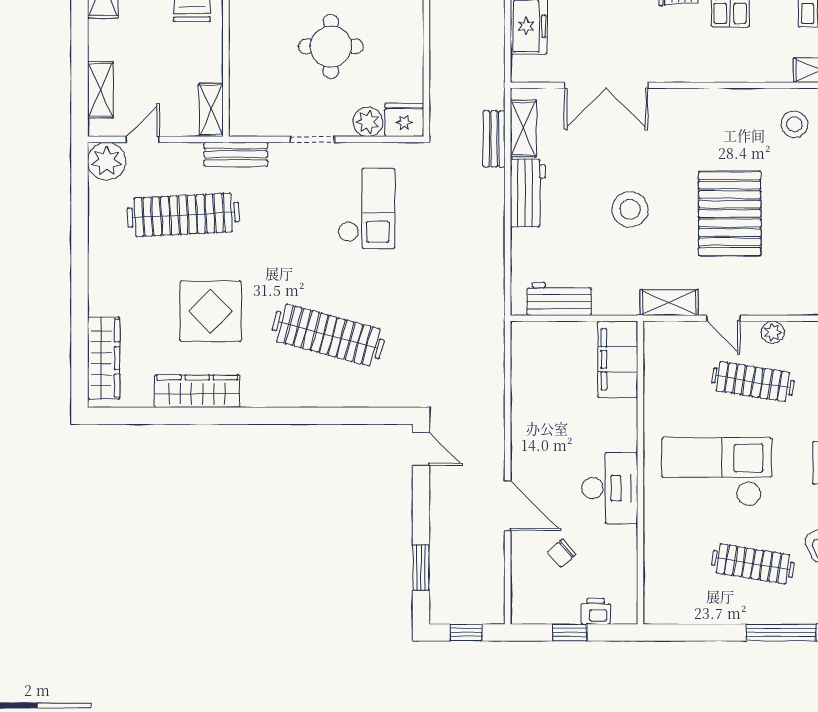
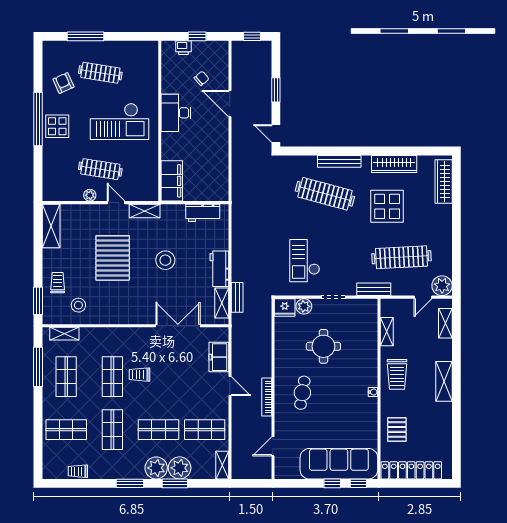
shelving: (211, 110) -> (387, 332), moved
bench: (301, 396) -> (339, 161), added
window: (421, 568) -> (276, 90), moved

